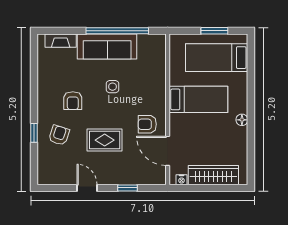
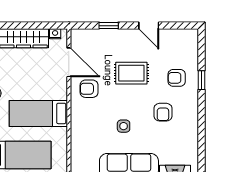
armchair: (73, 101) -> (163, 112), turned 180
armchair: (147, 124) -> (89, 89), turned 180
armchair: (59, 135) -> (177, 78), turned 72

